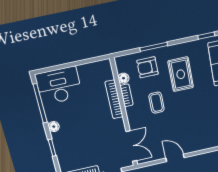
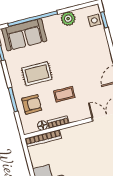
armchair: (147, 67) -> (32, 104), turned -90
bookcase: (114, 99) -> (43, 138), moved

